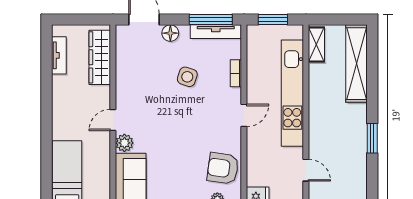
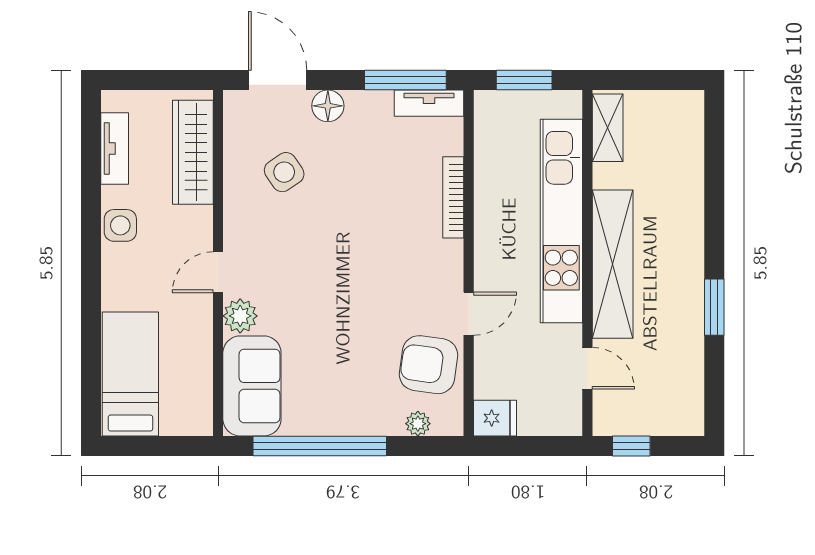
tv unit: (216, 32) -> (429, 103), width x0.71
shelving: (356, 64) -> (613, 264), moved
bookcase: (236, 73) -> (453, 197), width x1.56
side table: (187, 77) -> (284, 172), moved, turned 38
side table: (62, 96) -> (120, 225), added
door: (244, 115) -> (469, 314), moved

